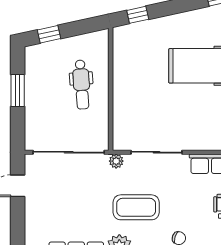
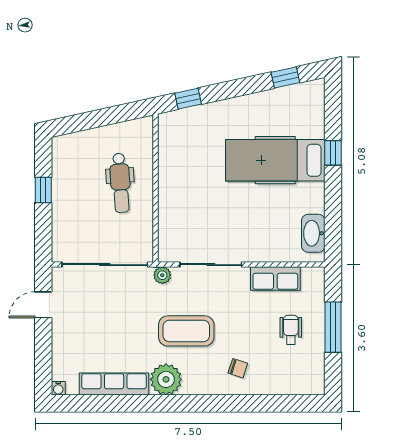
window: (49, 34) -> (81, 122), removed
window: (18, 90) -> (43, 190), width x0.67

